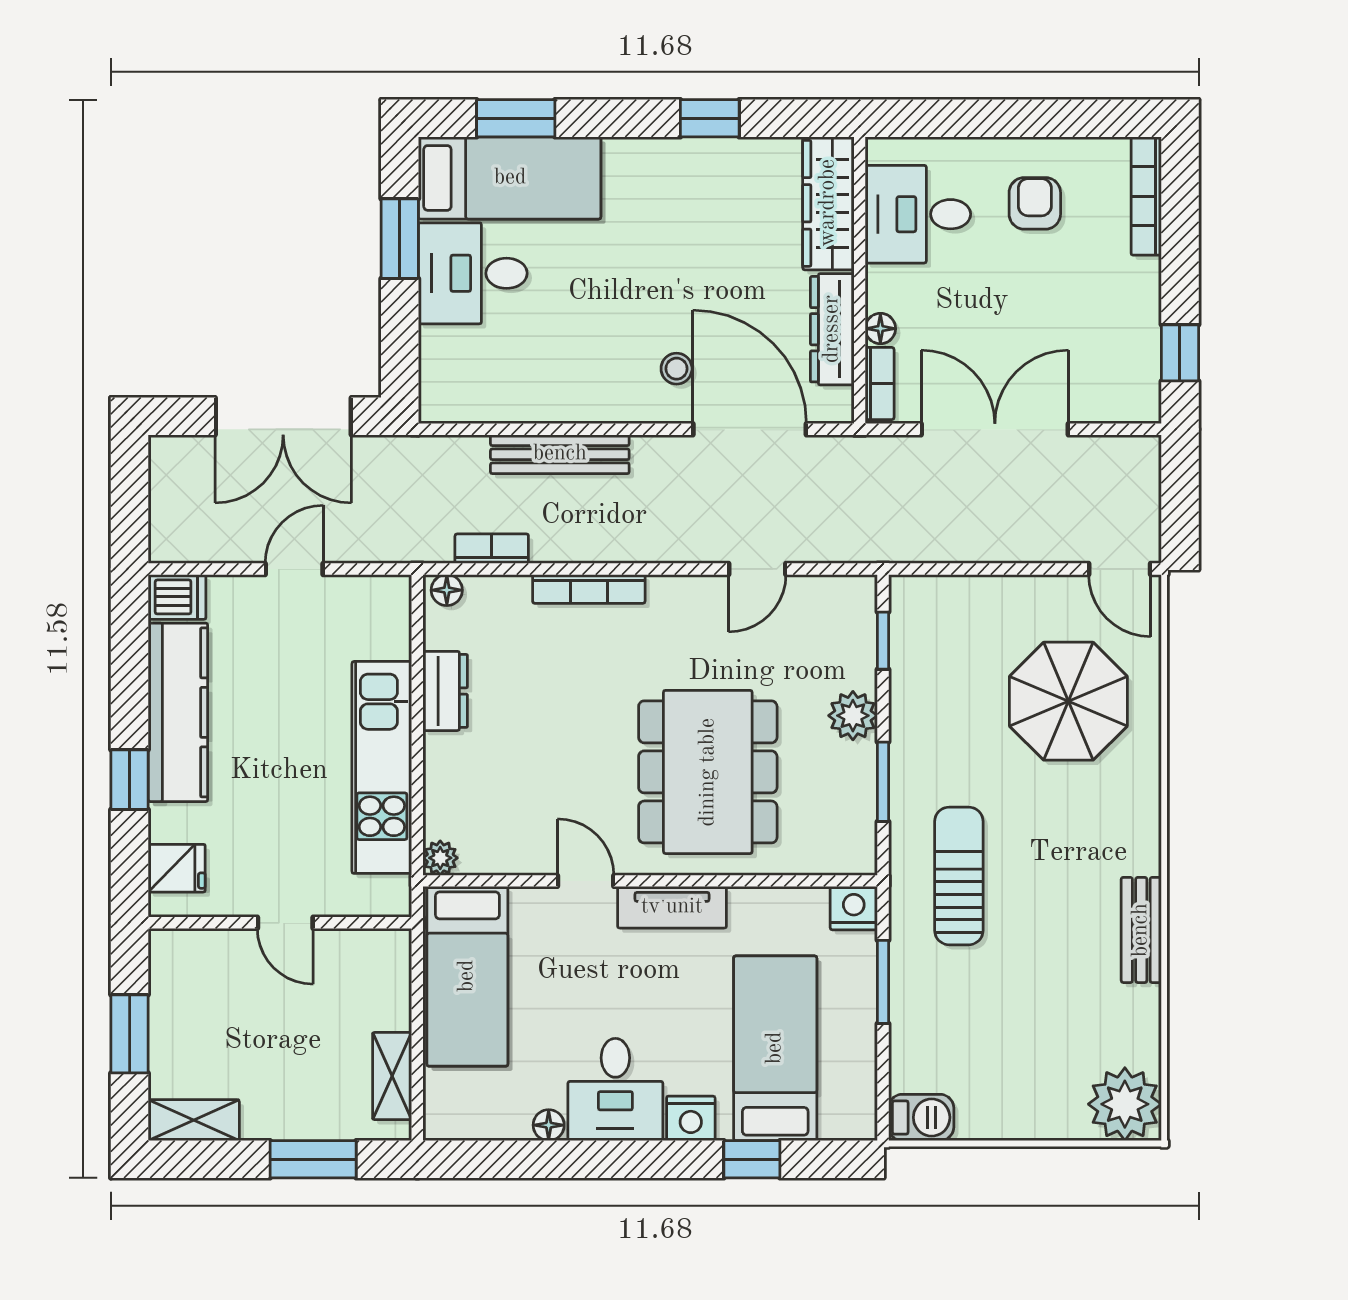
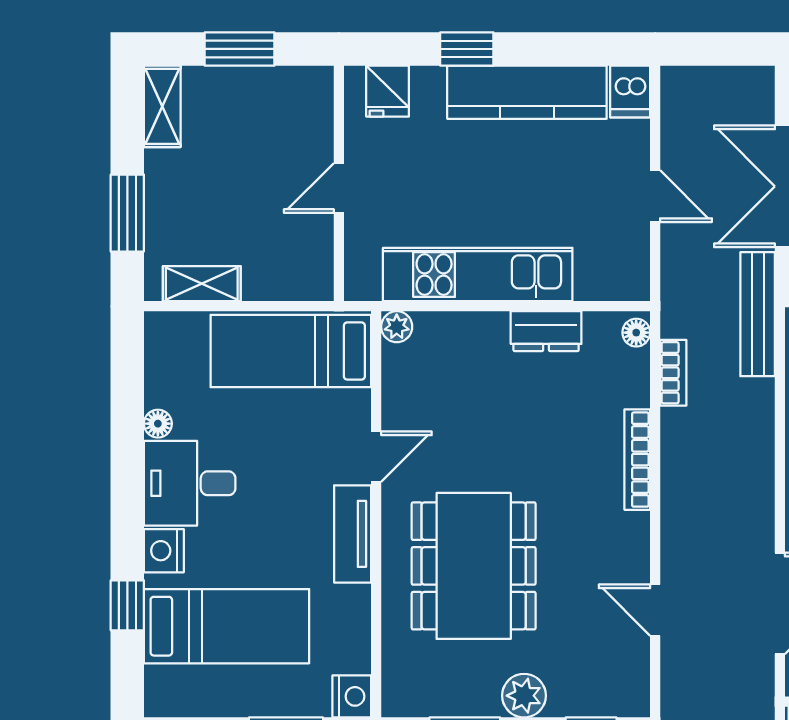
bench: (560, 454) -> (758, 314), moved
dining table: (708, 772) -> (474, 566), turned 90

